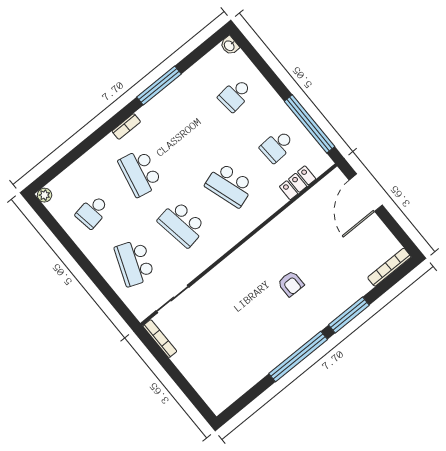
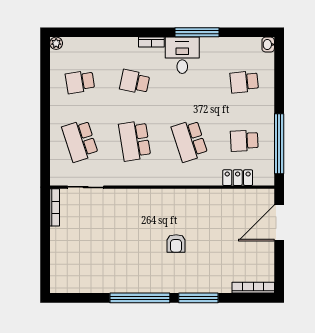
desk: (163, 116) -> (182, 55), added
school desk: (140, 173) -> (135, 82), width x0.54
school desk: (134, 263) -> (80, 141), turned -39

